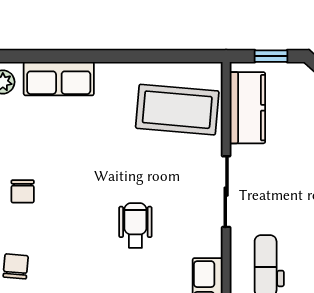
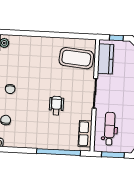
row of seats: (59, 79) -> (28, 43), removed

